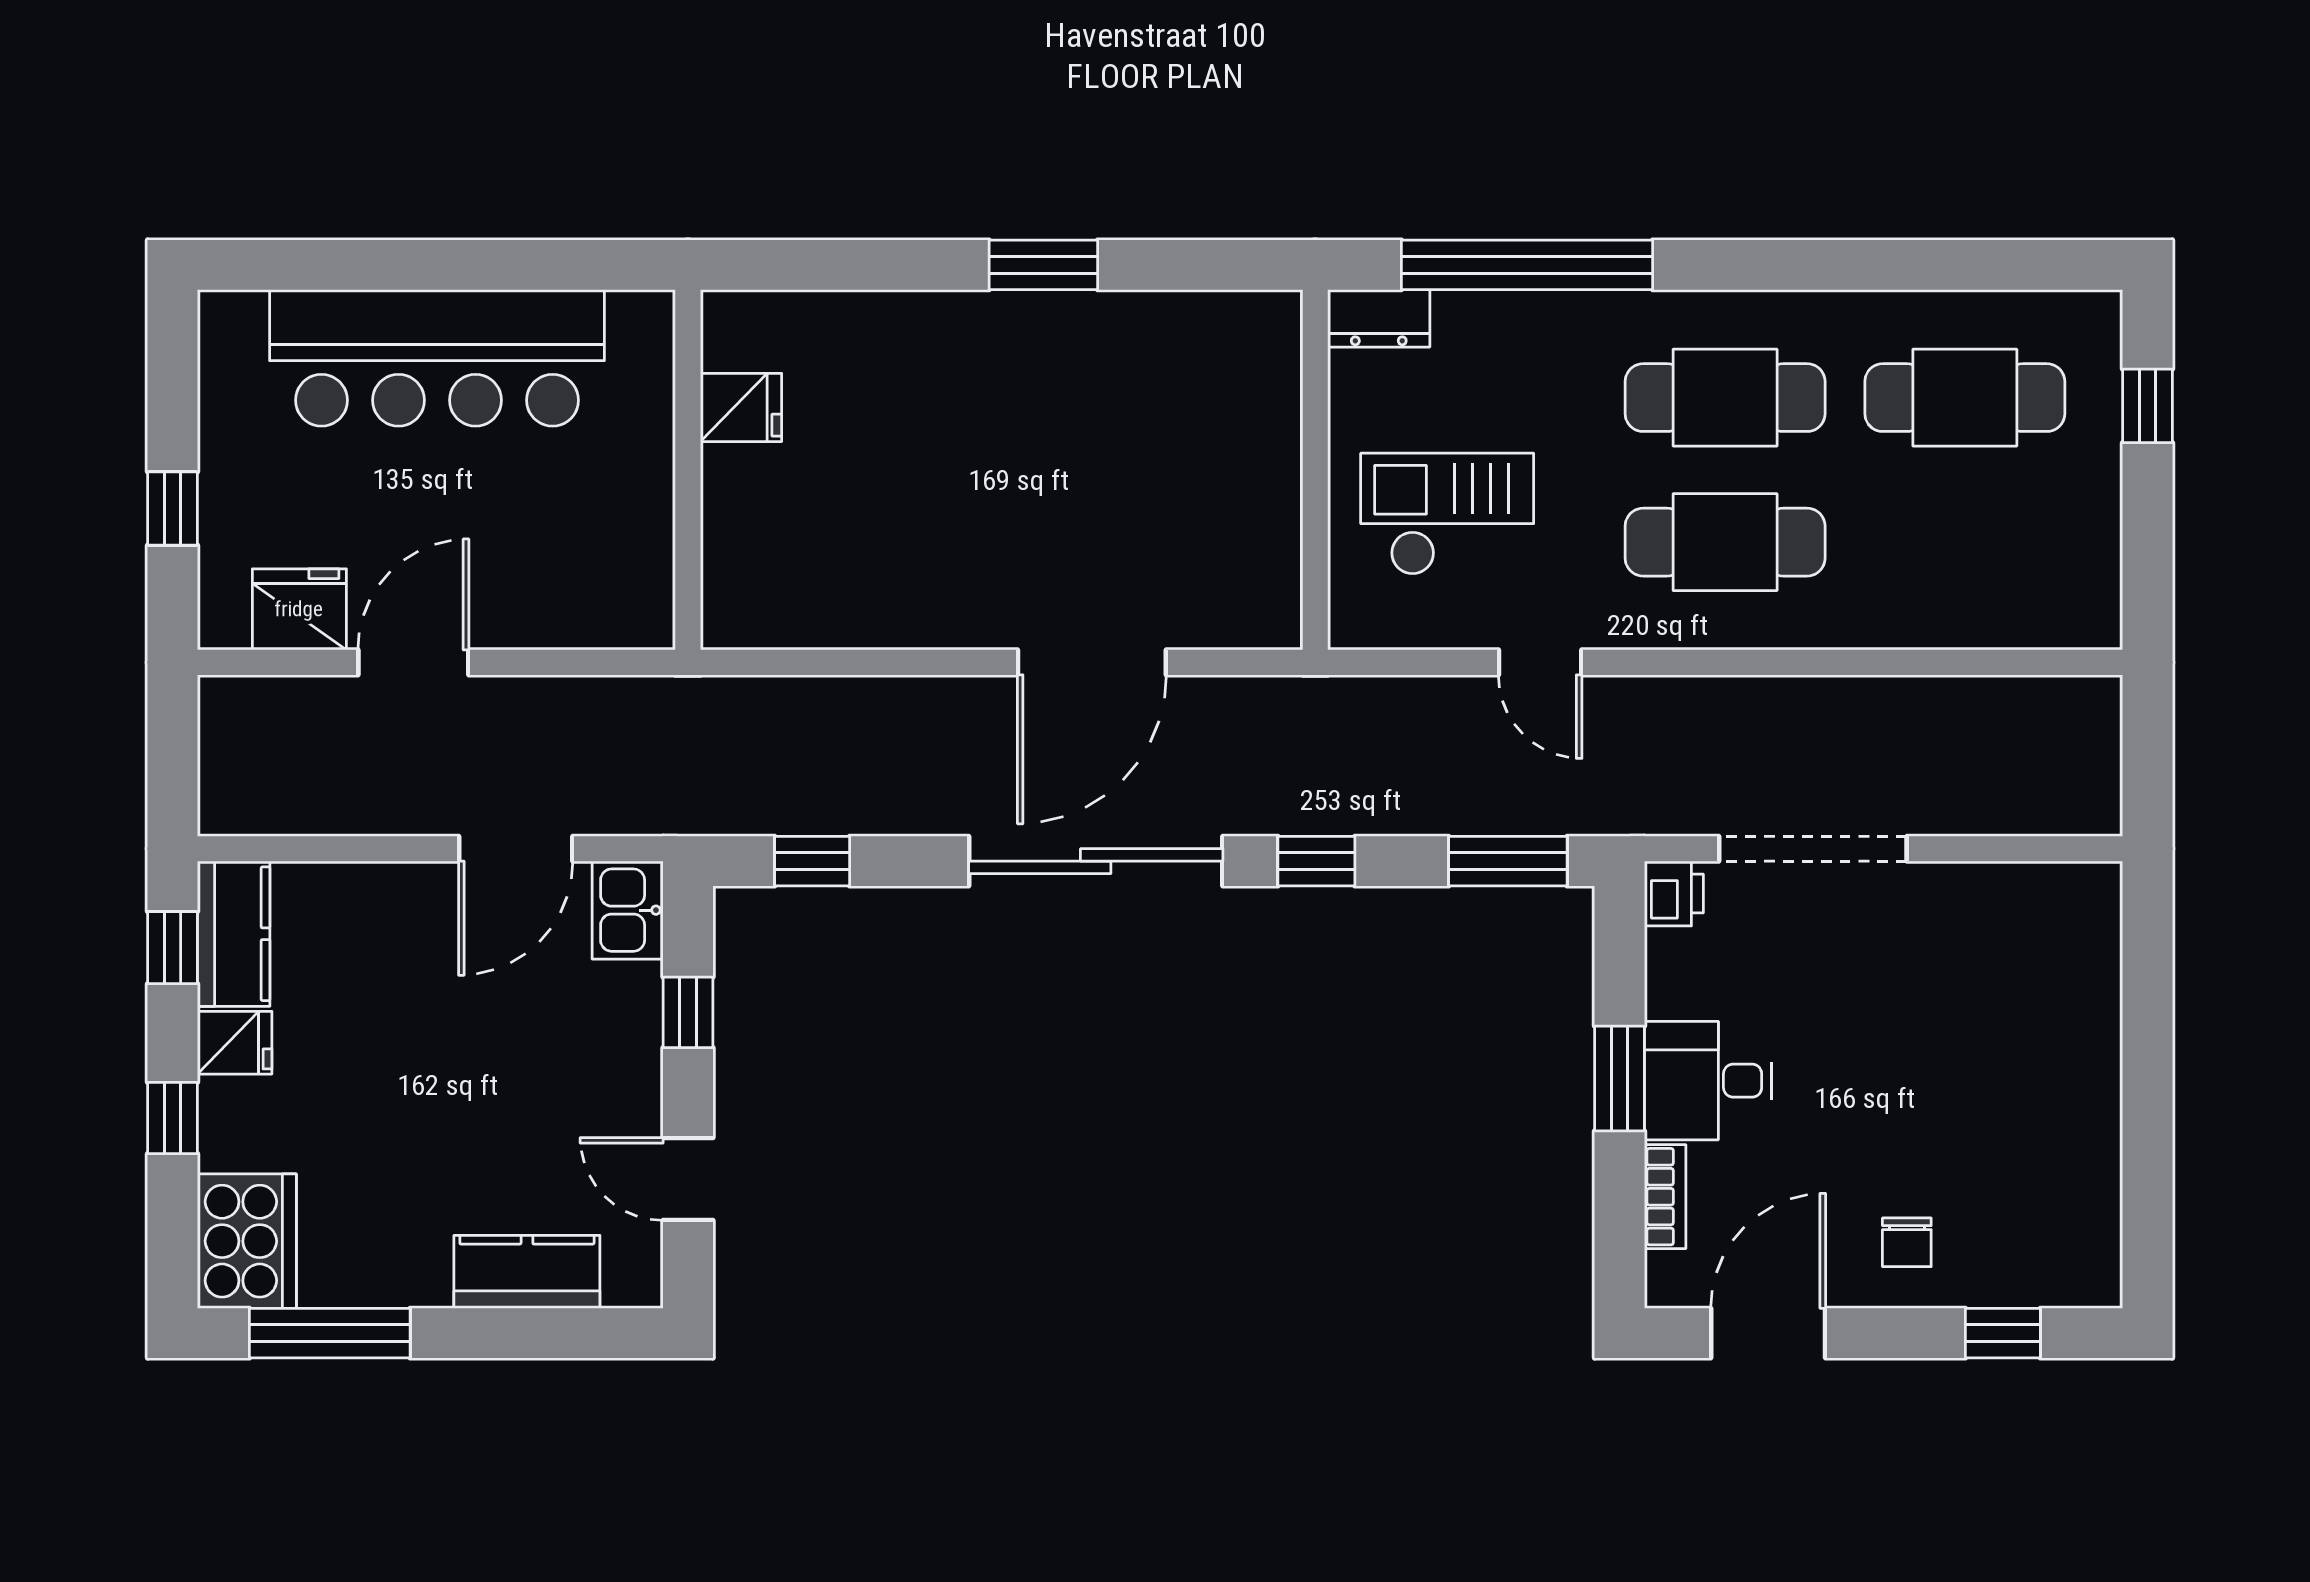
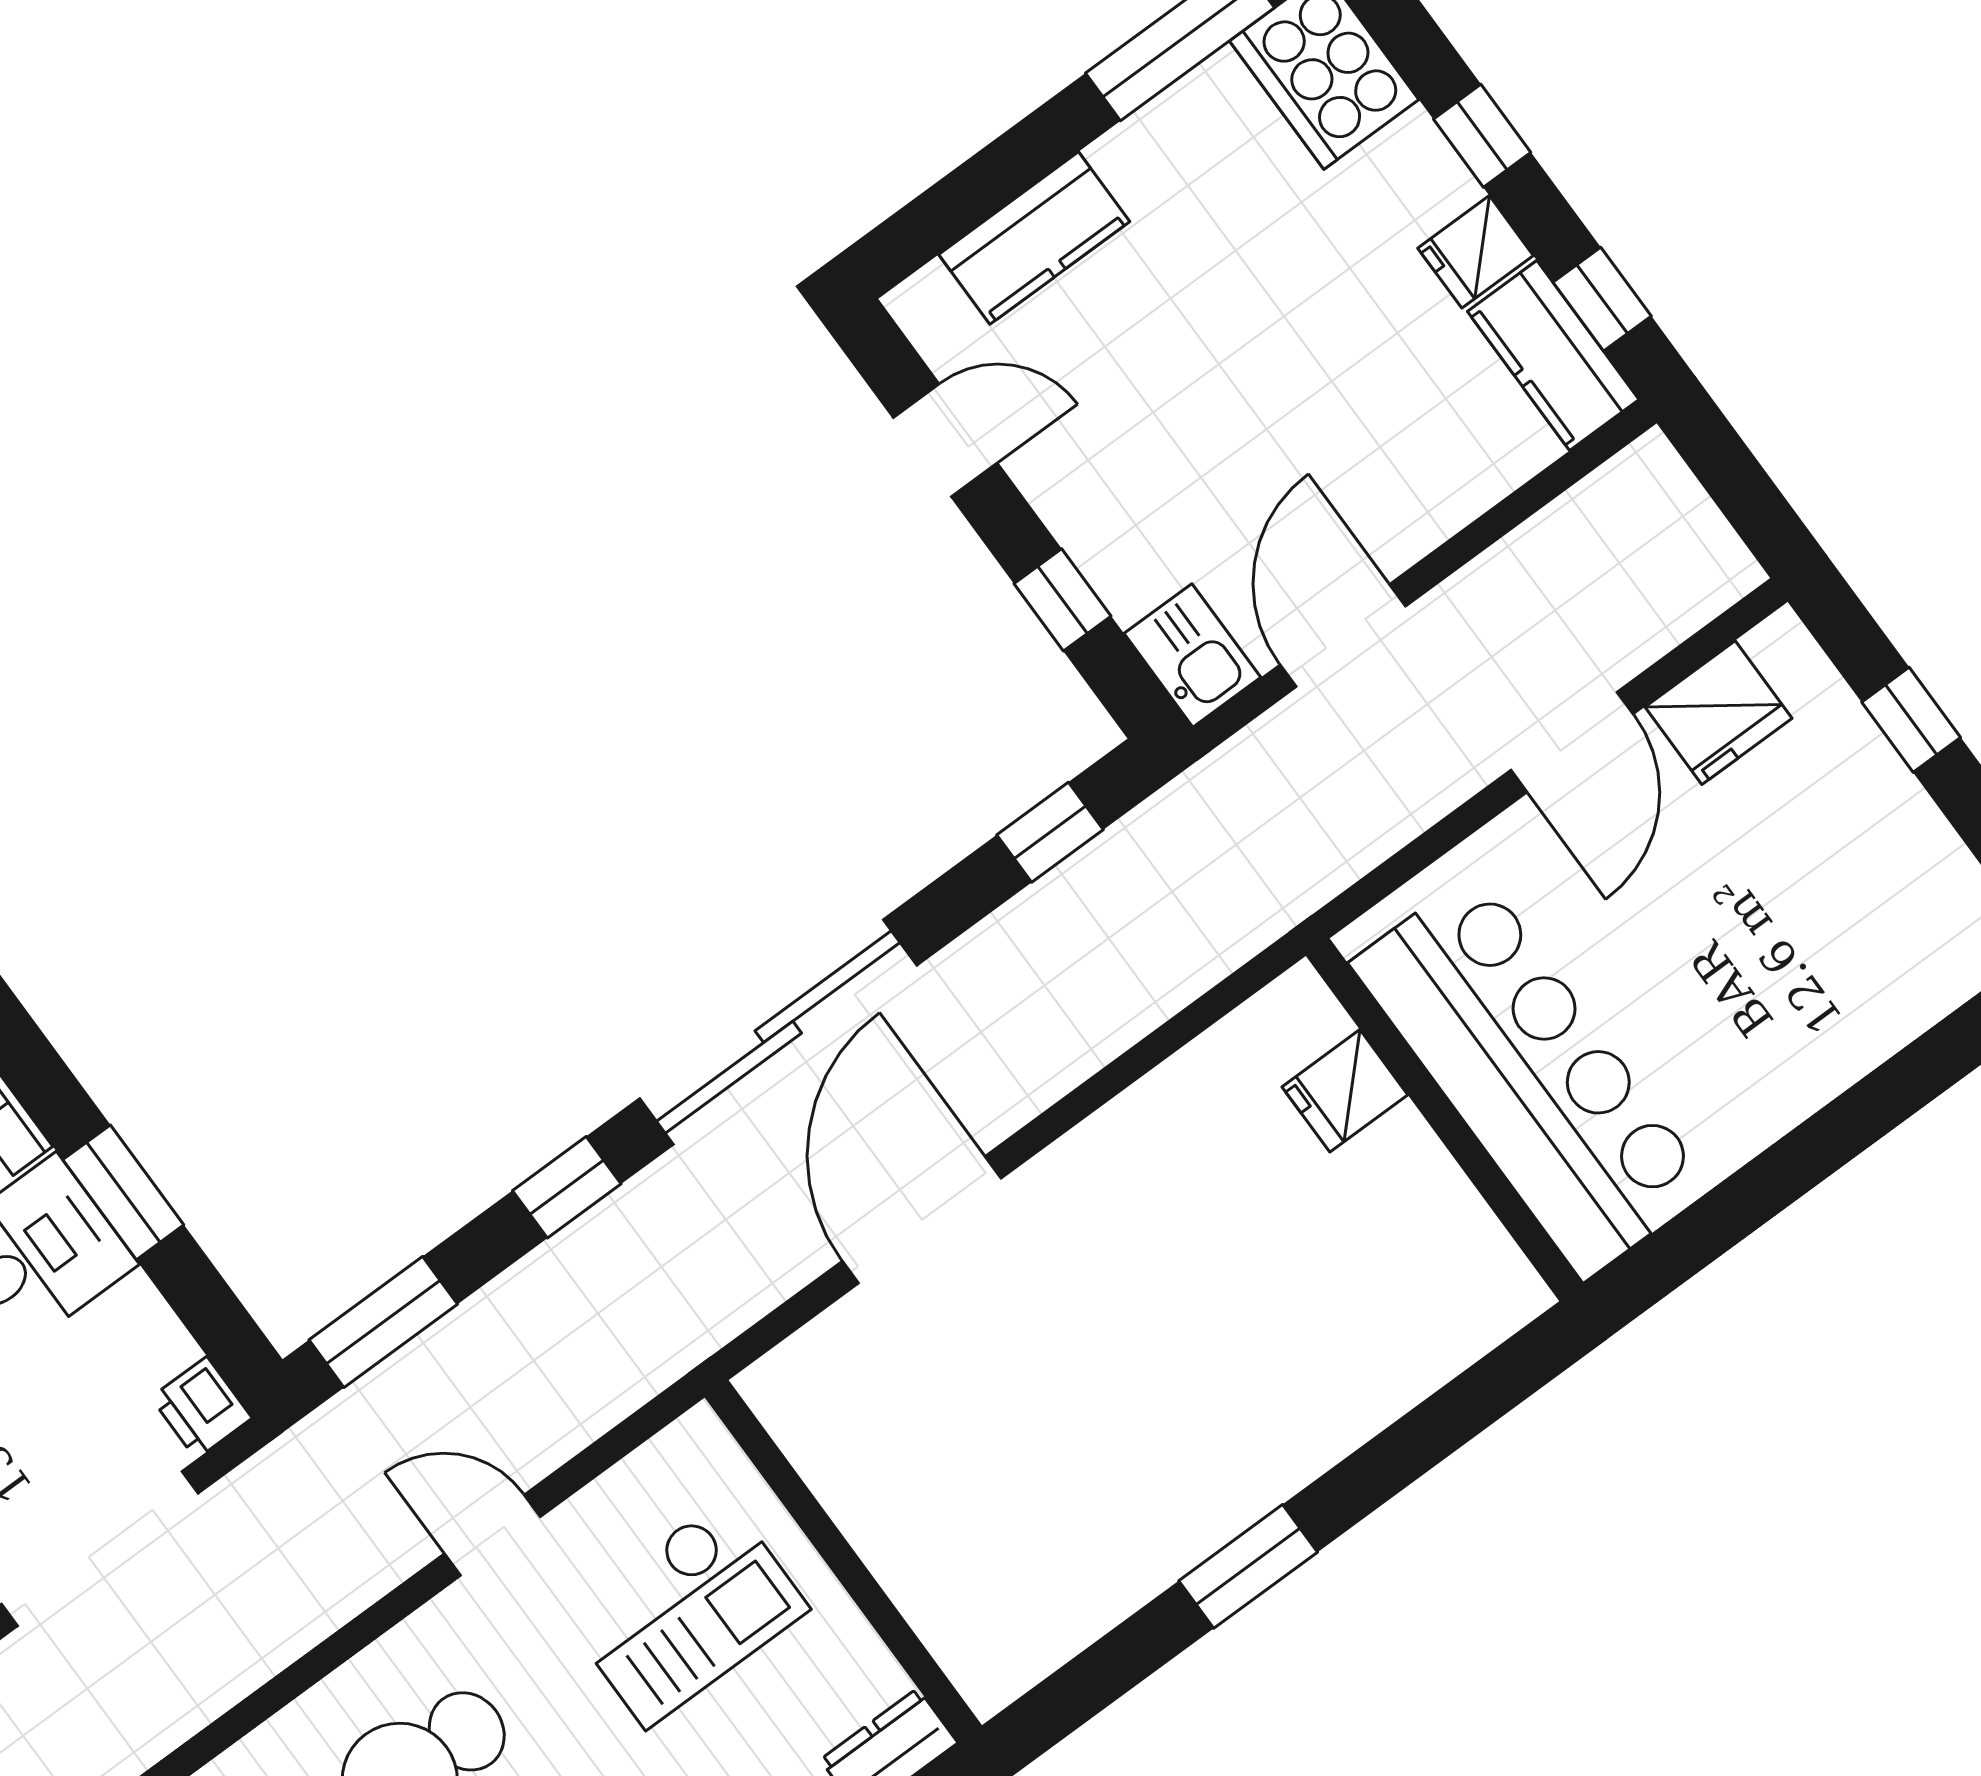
bar counter: (437, 358) -> (1531, 1075), moved, turned 90
fridge: (741, 407) -> (1345, 1091), moved

